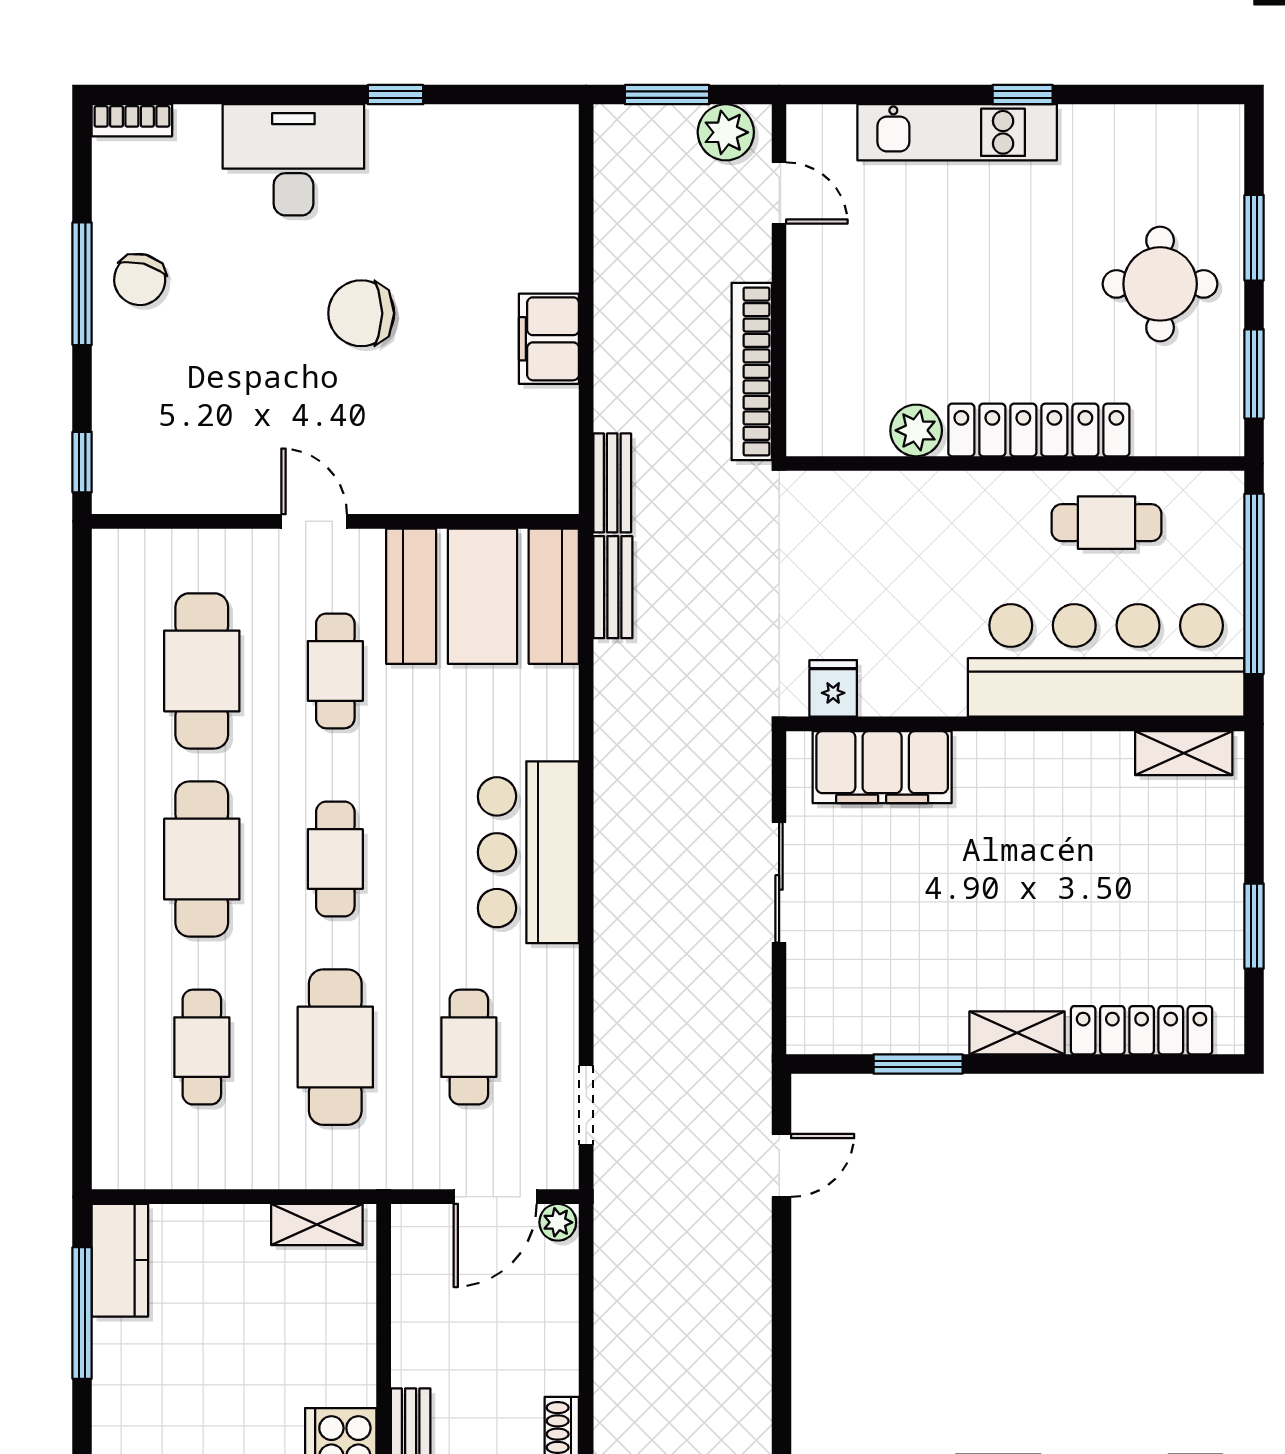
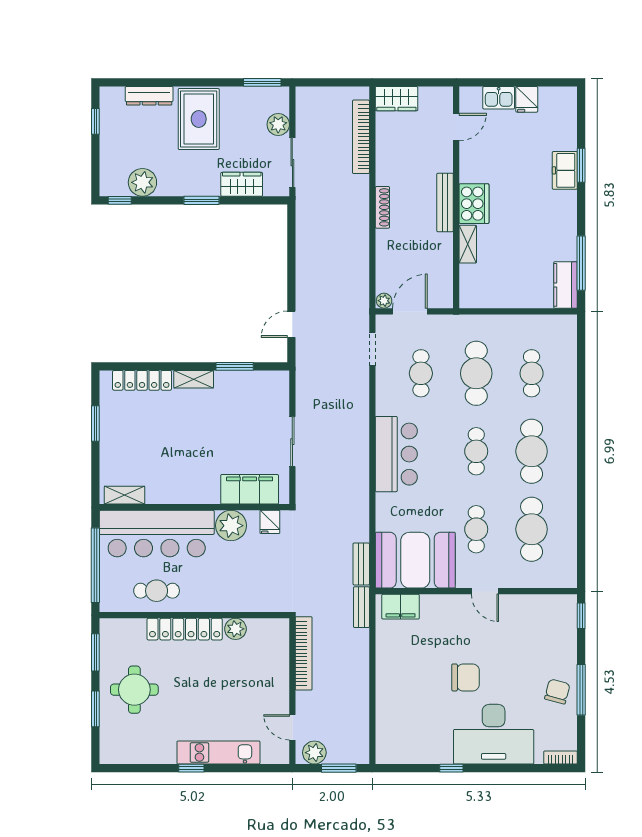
desk: (293, 160) -> (494, 734), width x1.36, depth x1.30
filing cabinet: (549, 339) -> (401, 607), moved, turned 90
plant: (927, 680) -> (231, 526), added
shelving: (317, 1224) -> (468, 244), moved, turned 90

